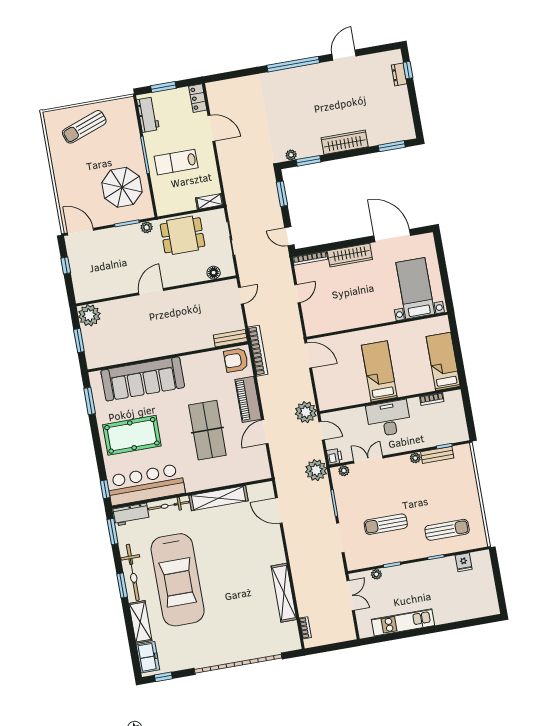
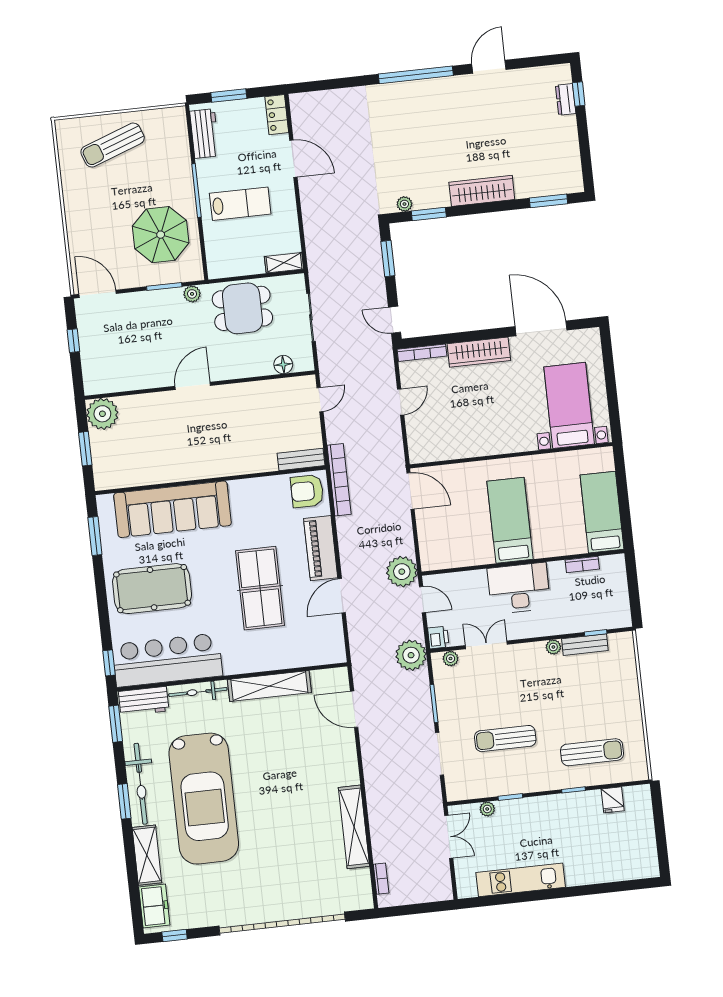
lab bench: (176, 162) -> (240, 204), turned 180

